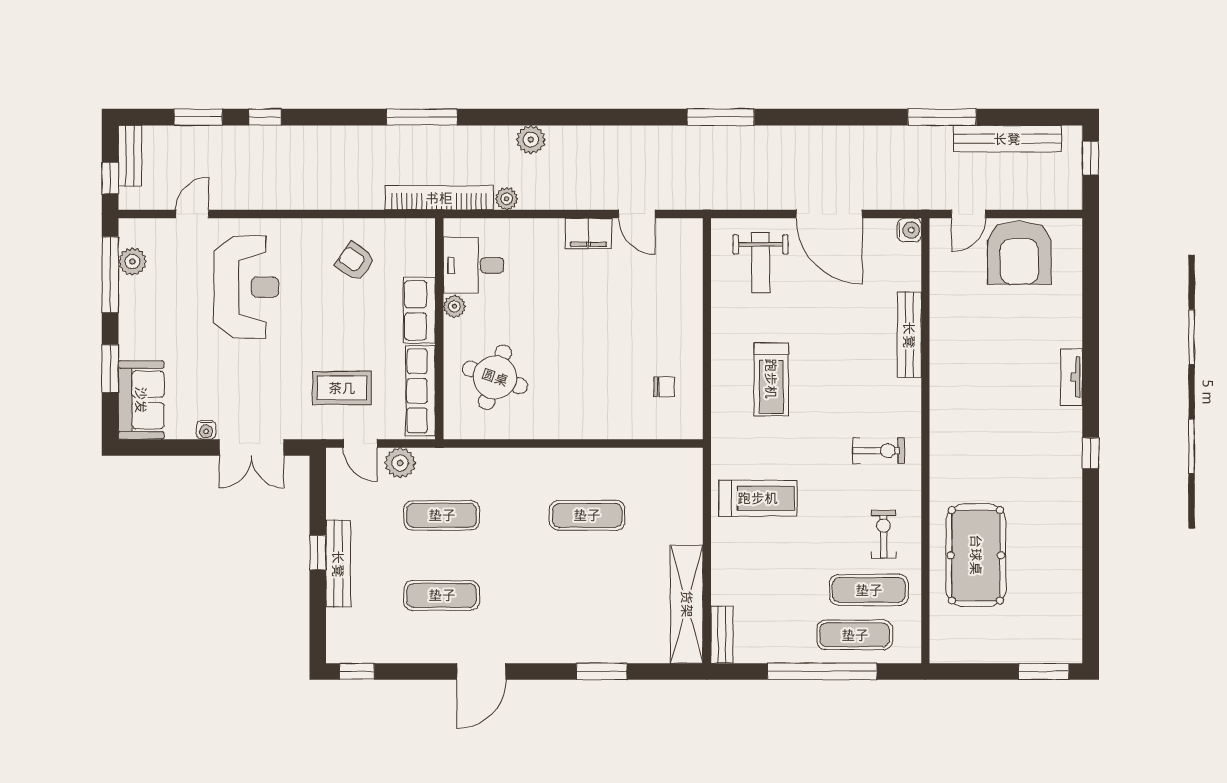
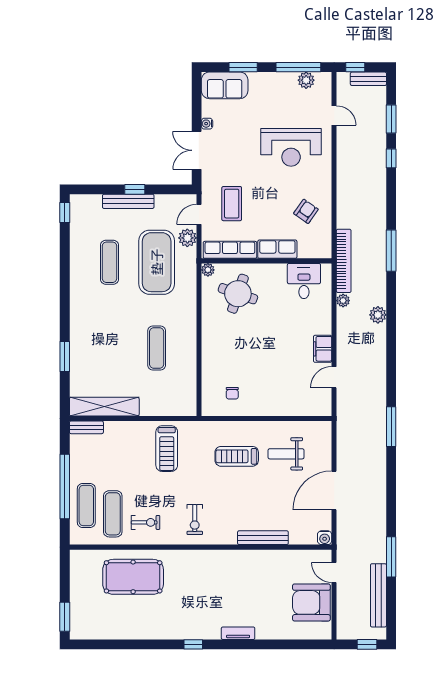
weight bench: (761, 263) -> (286, 454), moved
plant: (454, 306) -> (208, 270), moved
exercise mat: (442, 515) -> (157, 262), width x2.00, depth x1.45
door: (481, 671) -> (65, 286), removed

